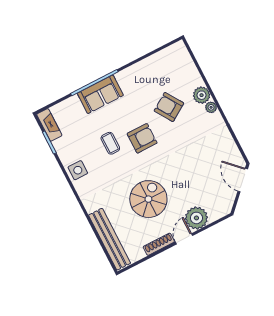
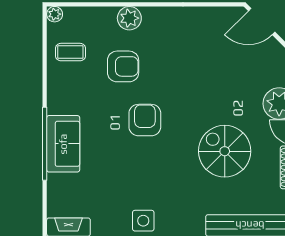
armchair: (169, 107) -> (123, 66), turned -147
plant: (211, 107) -> (55, 14), moved
coffee table: (110, 143) -> (70, 52), moved

